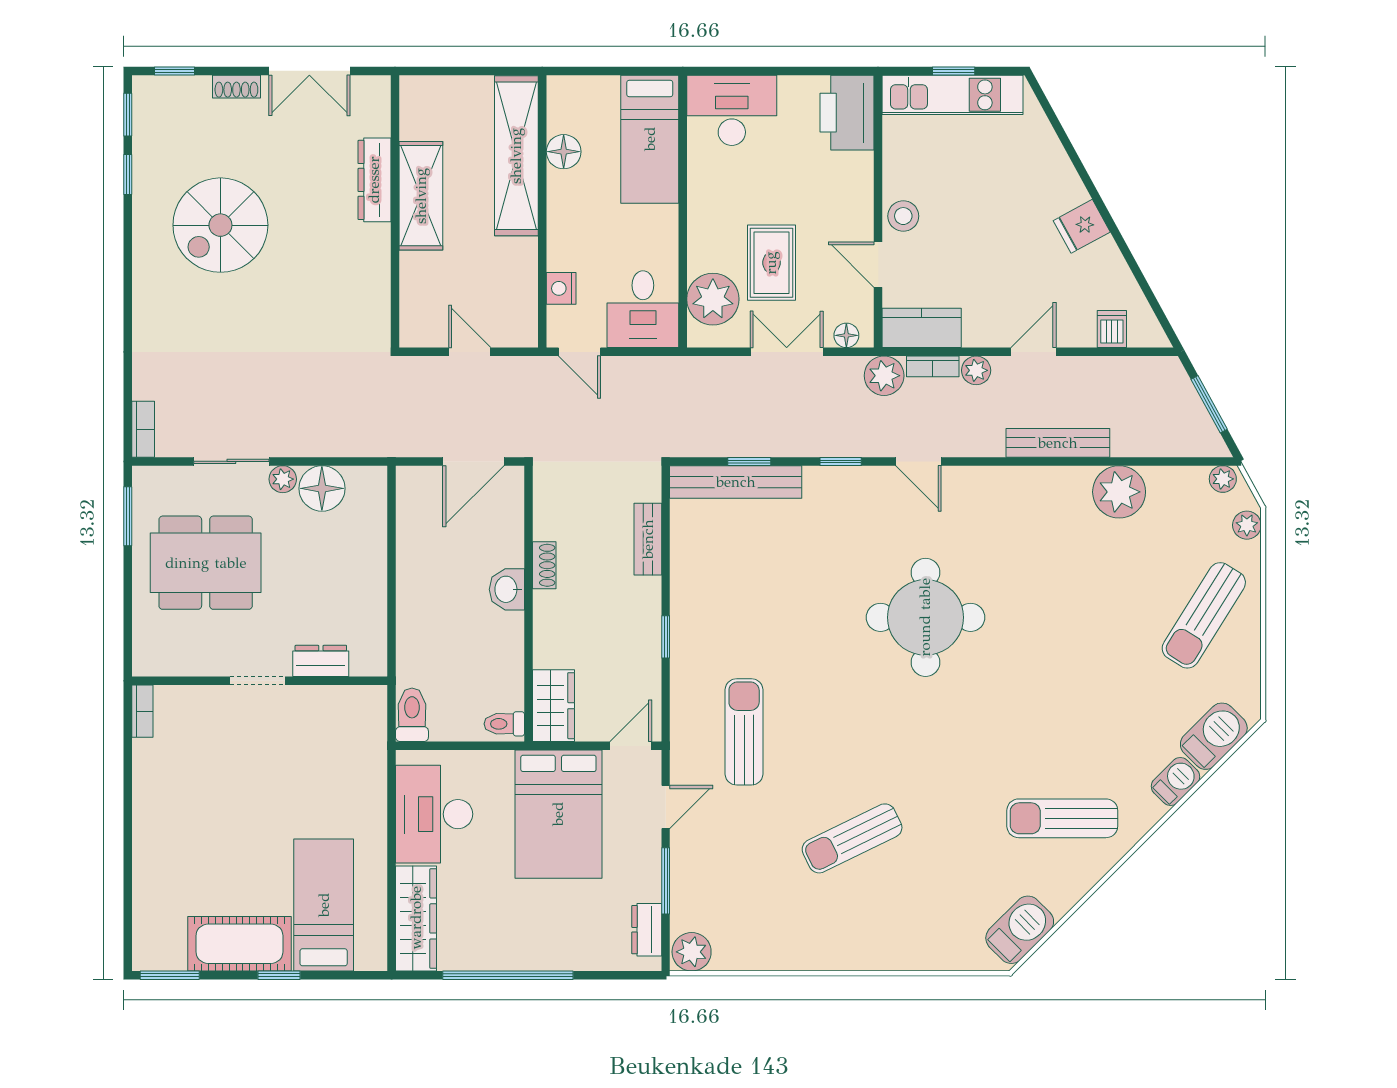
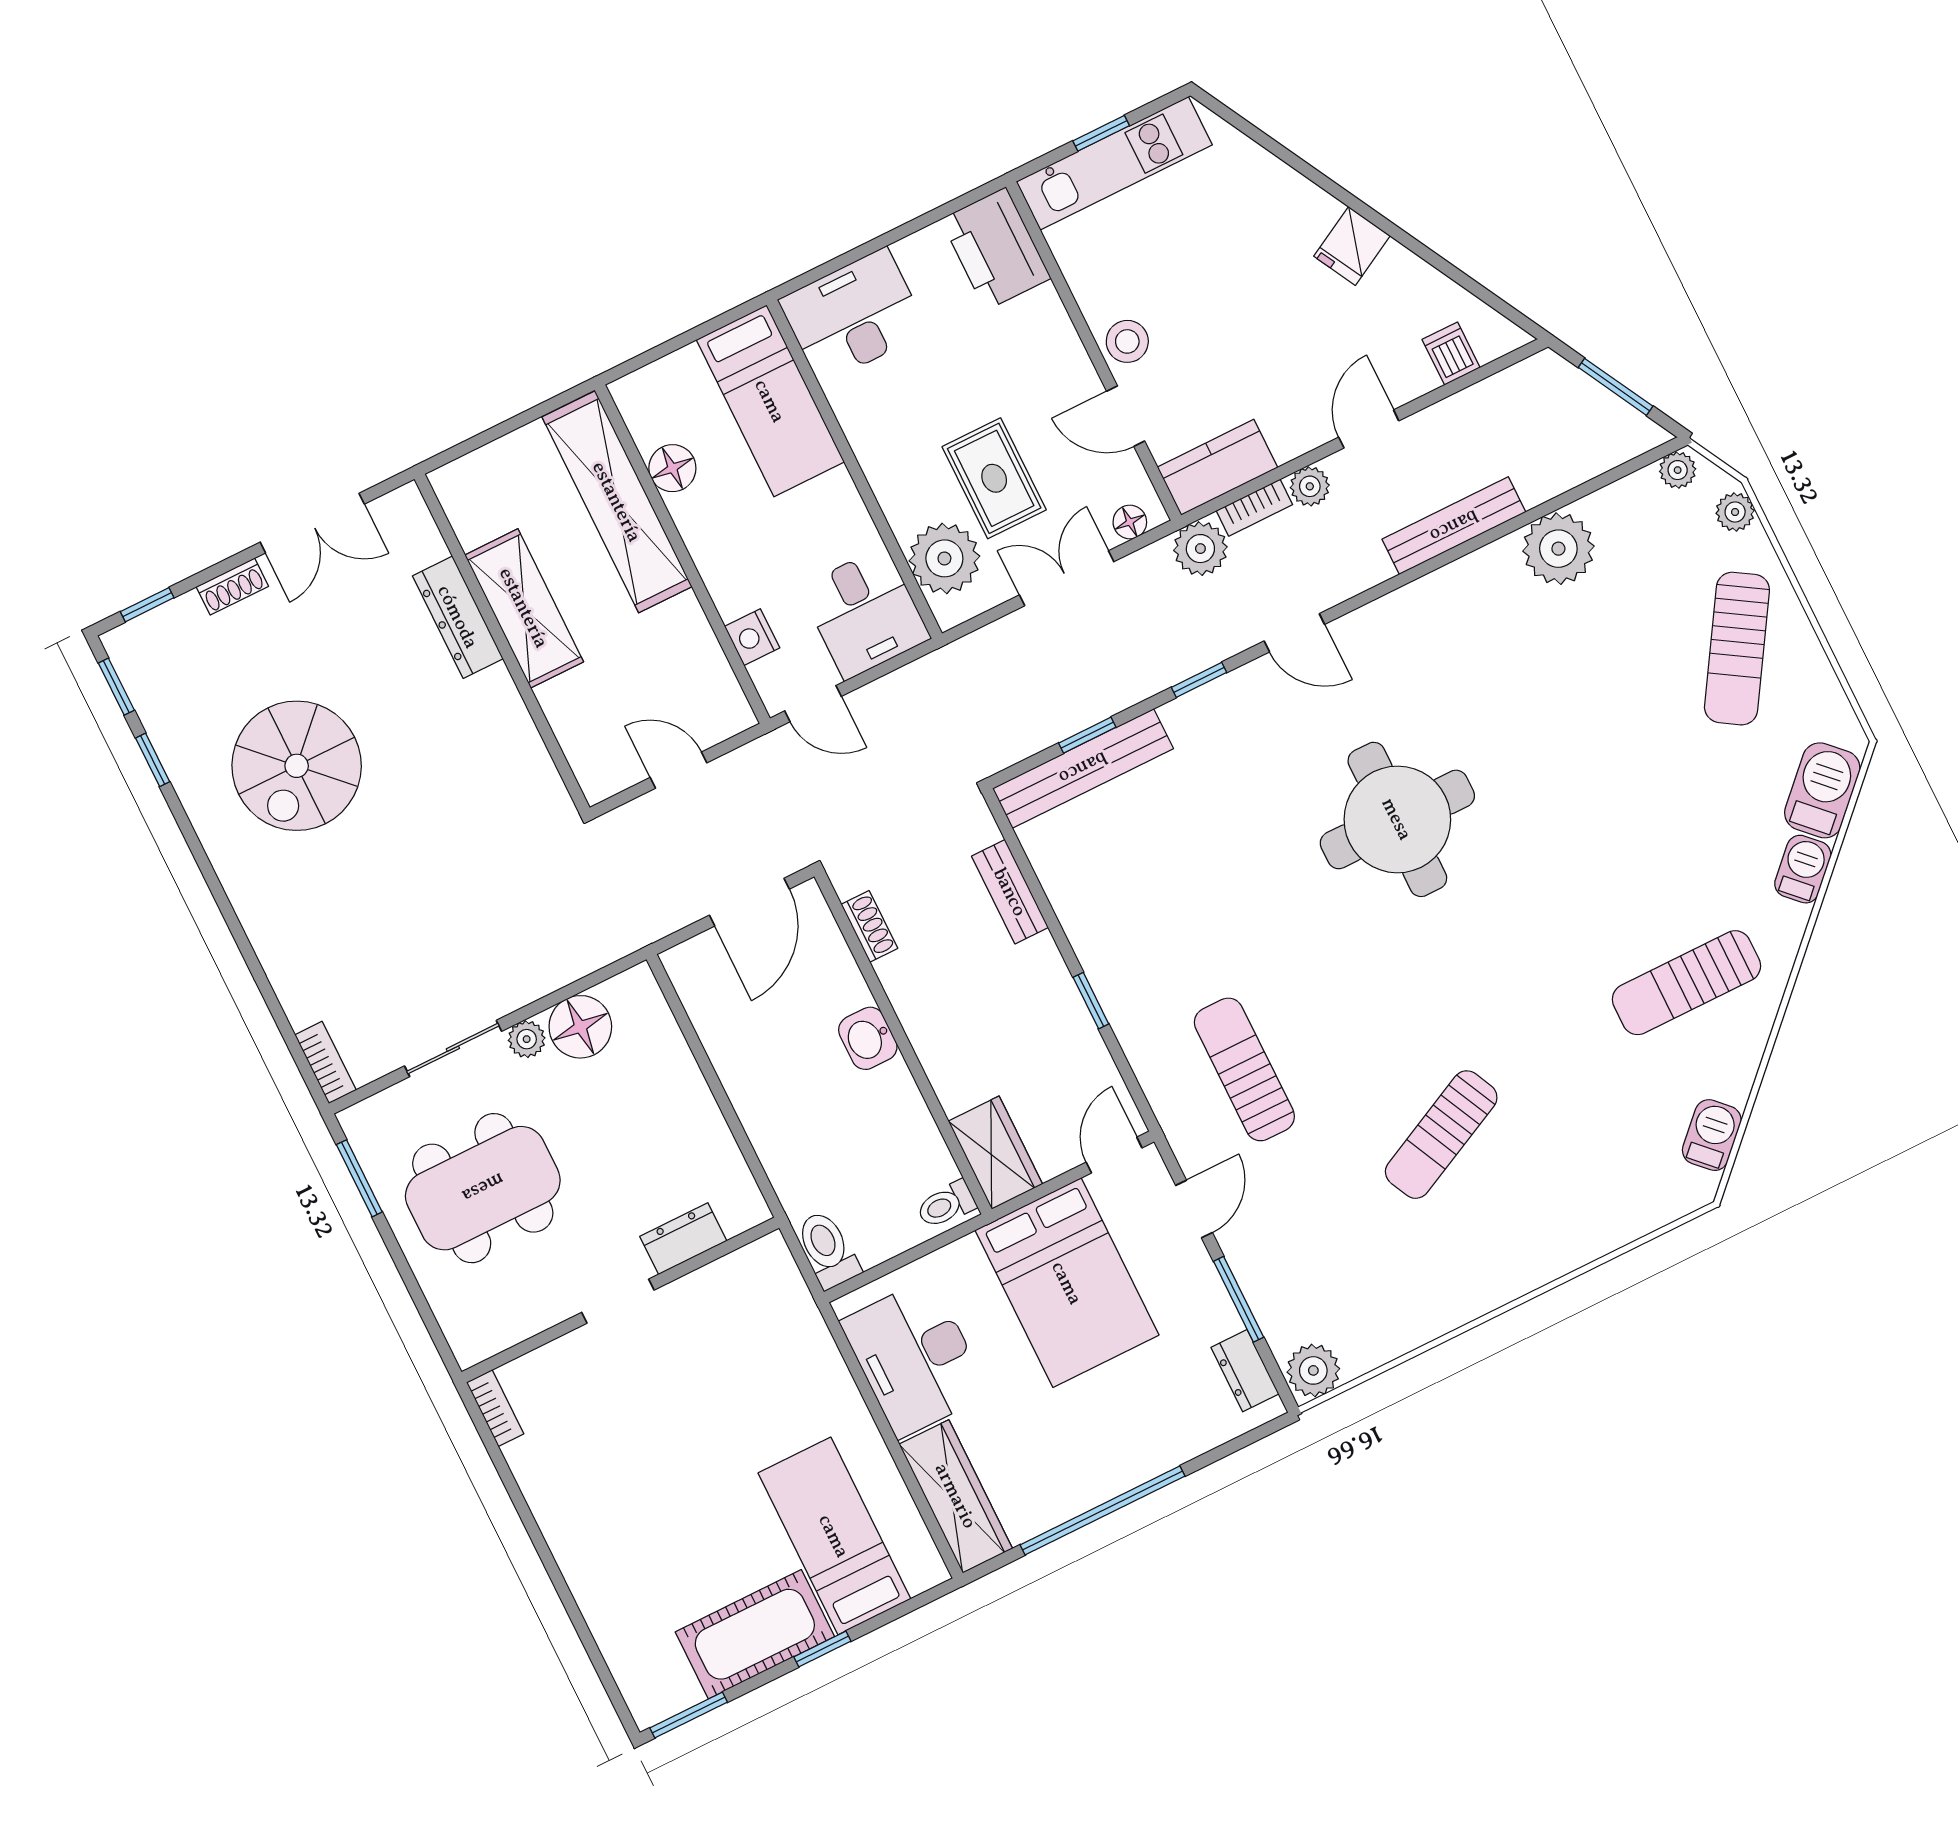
shoe rack: (544, 565) -> (869, 926), moved
barbecue: (1020, 930) -> (1712, 1135), width x0.73, depth x0.79

